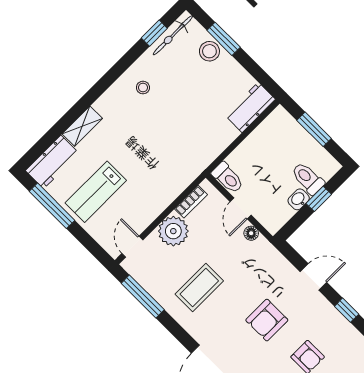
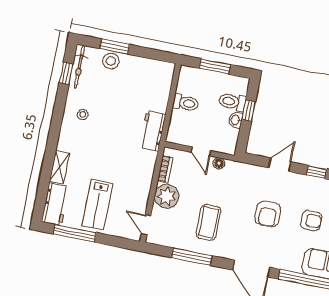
workbench: (250, 107) -> (152, 131), moved
toilet: (228, 178) -> (186, 103), moved
window: (143, 297) -> (192, 257), moved

